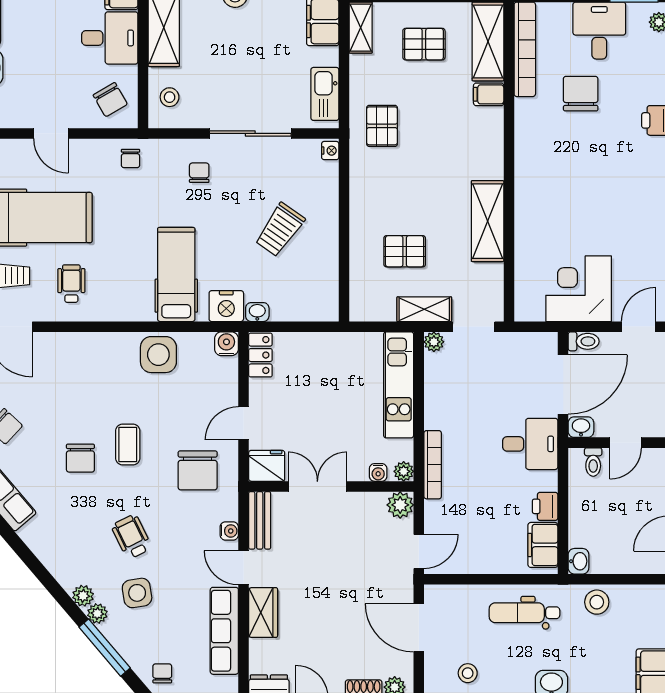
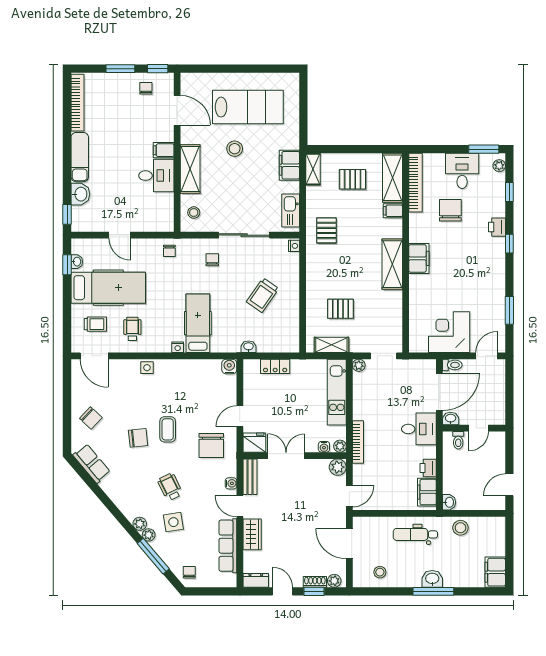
chair: (110, 100) -> (157, 214), removed
filing cabinet: (530, 171) -> (419, 258), added
shelving: (488, 221) -> (392, 264), moved
nightstand: (226, 306) -> (178, 347), moved, width x0.53, depth x0.56
shelving: (424, 309) -> (331, 345), moved
side table: (158, 355) -> (147, 368), moved, width x0.54, depth x0.54
locker: (260, 355) -> (275, 366), moved, turned 90
chair: (80, 458) -> (138, 438), turned -96

